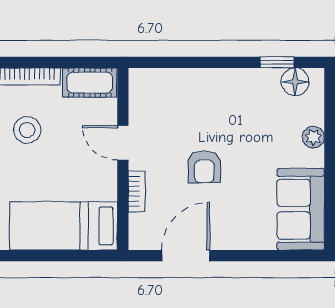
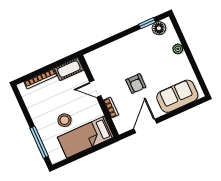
stool: (27, 130) -> (65, 120), moved
sofa: (301, 209) -> (177, 96), moved, turned 90

